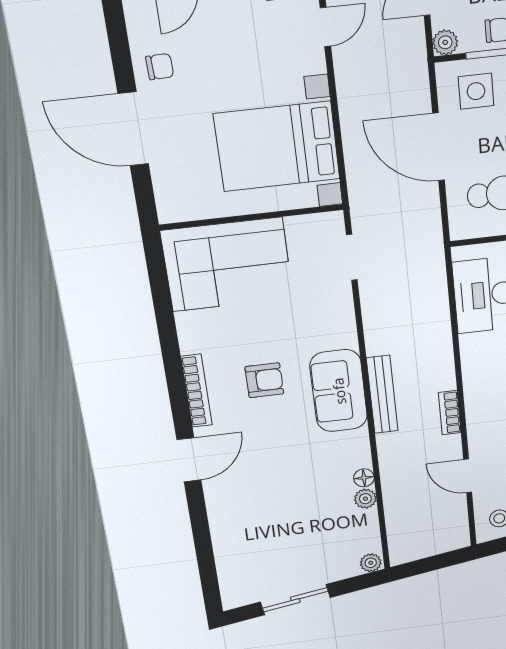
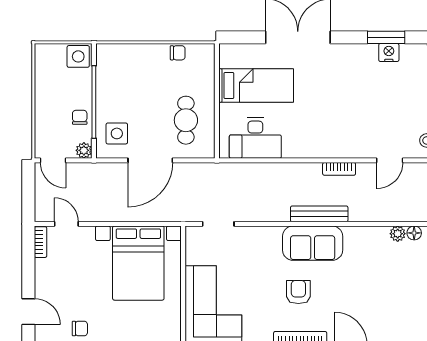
chair: (160, 67) -> (80, 329), turned 92
floor lamp: (364, 478) -> (414, 233), moved

